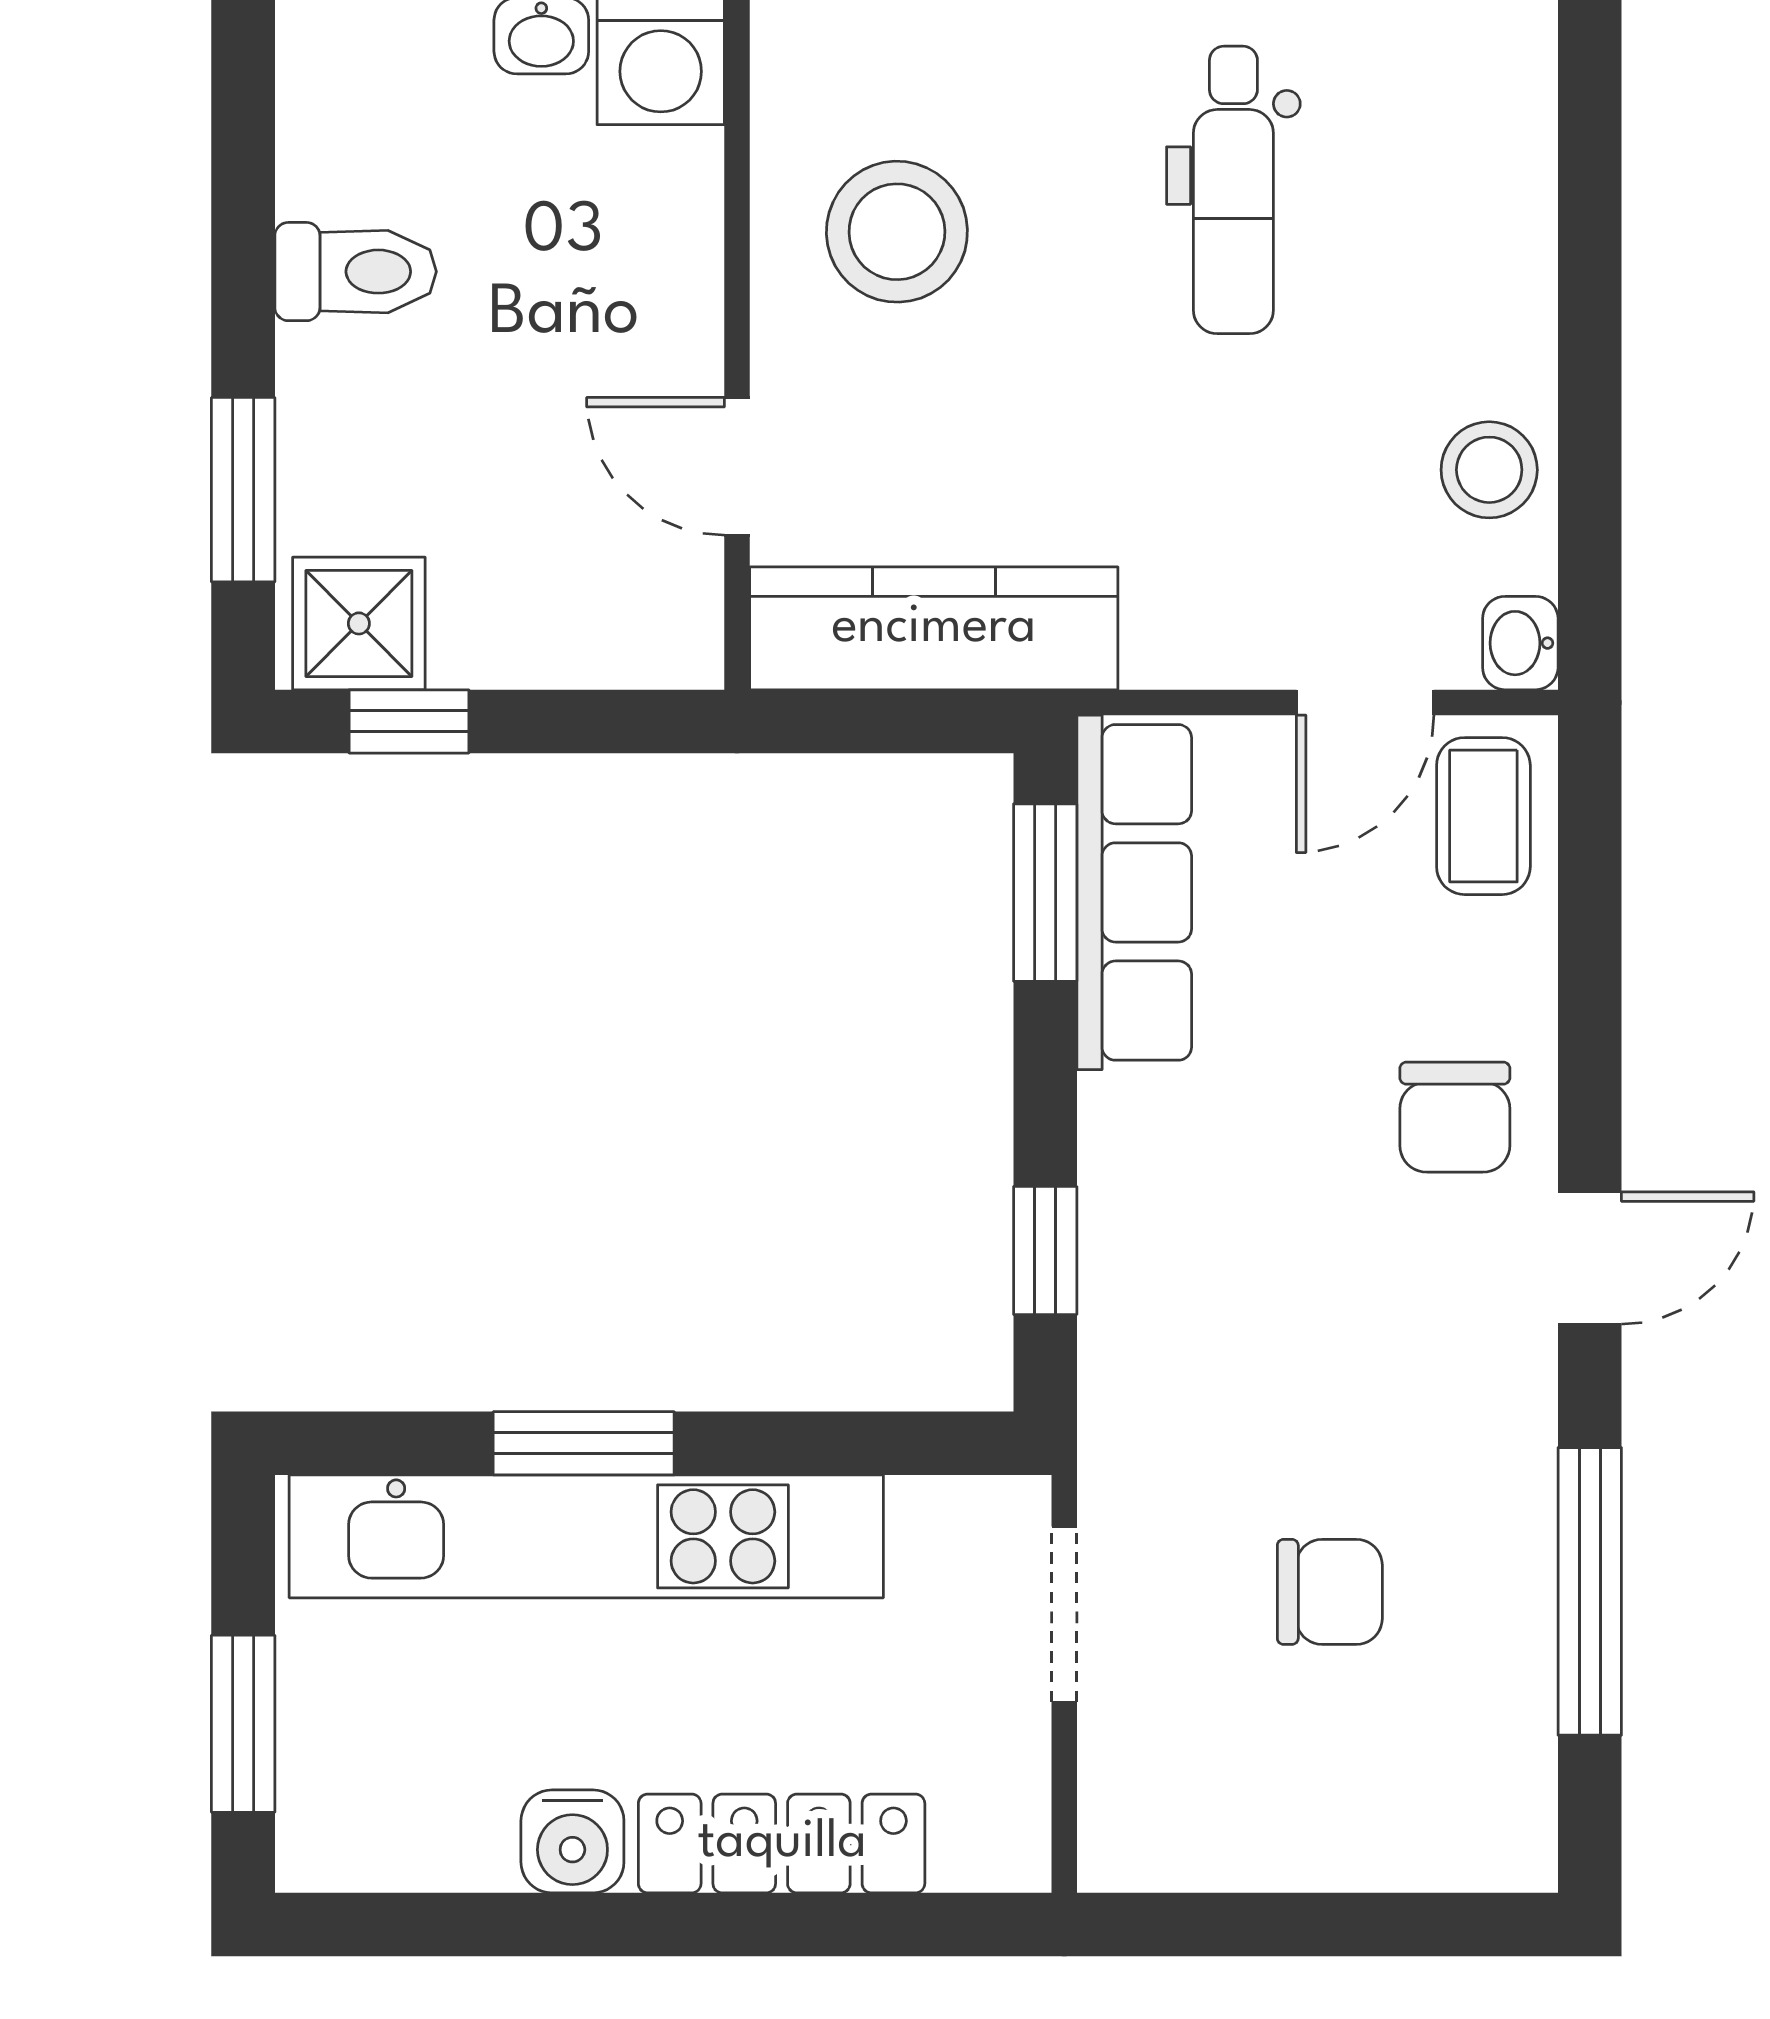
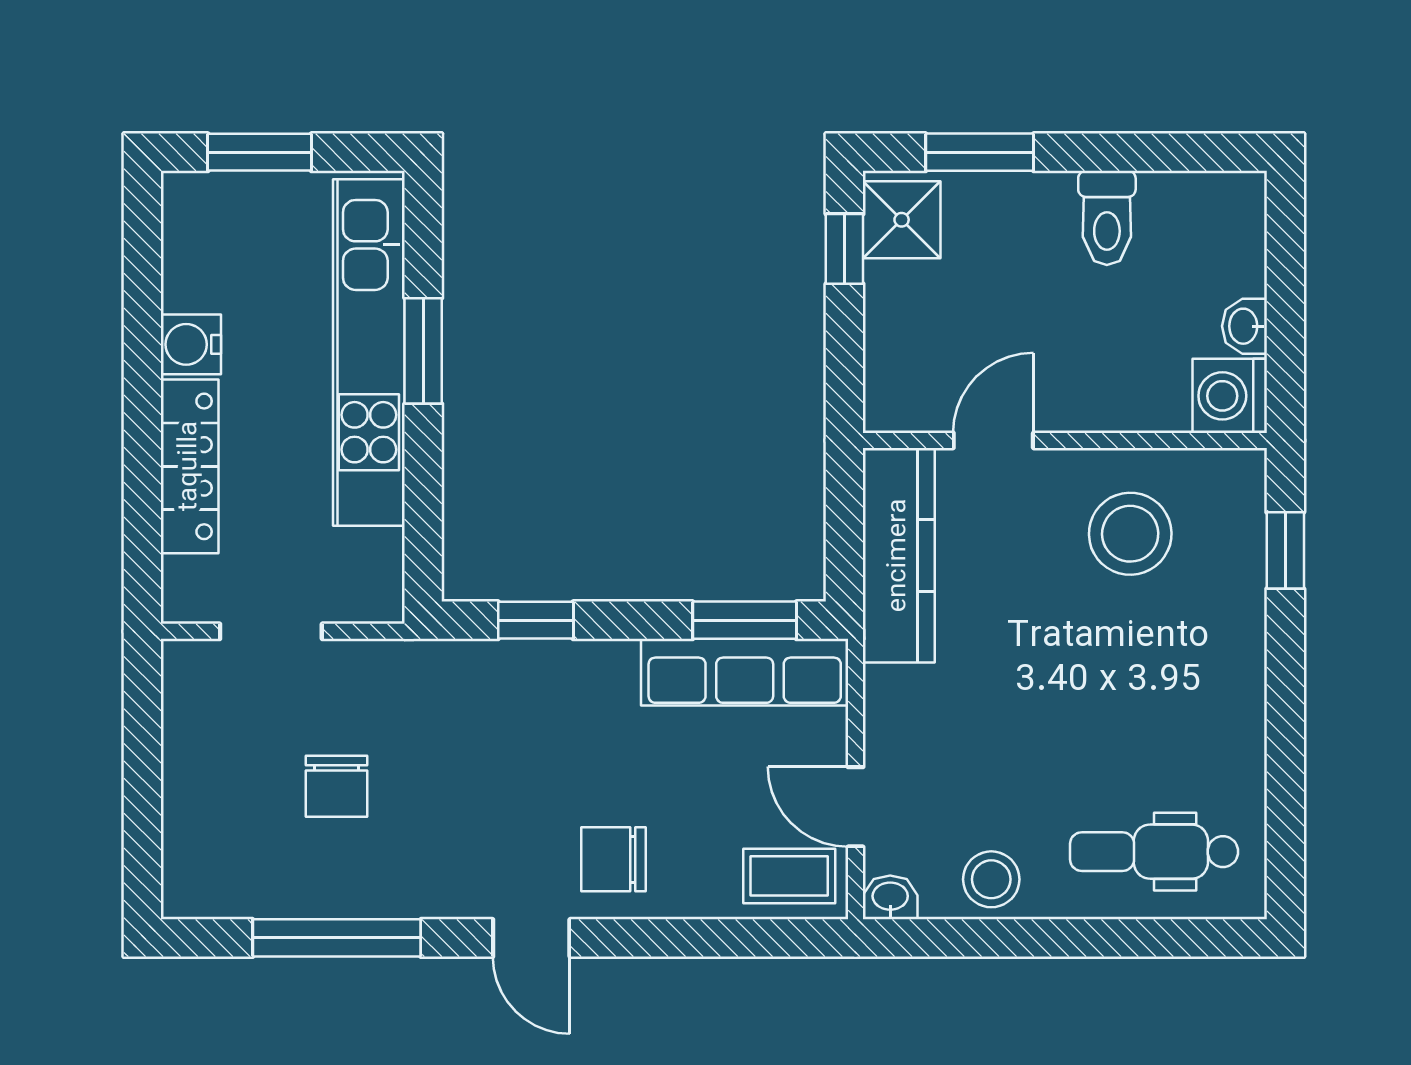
dental chair: (1233, 190) -> (1154, 852), moved
doorway: (1064, 1614) -> (271, 631), moved

